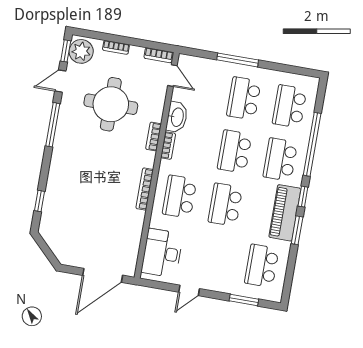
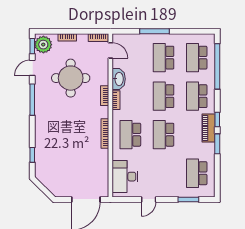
window: (312, 144) -> (217, 66), moved
piano: (285, 213) -> (209, 128), width x0.73, depth x0.75

